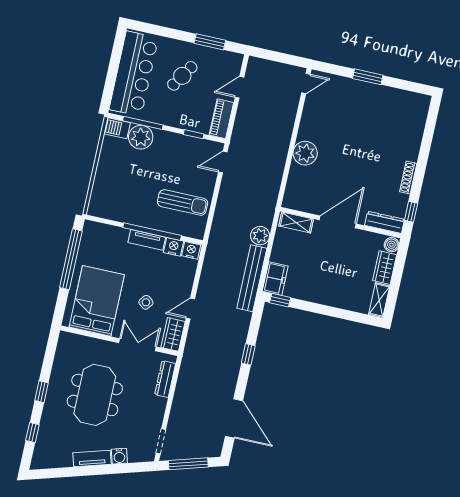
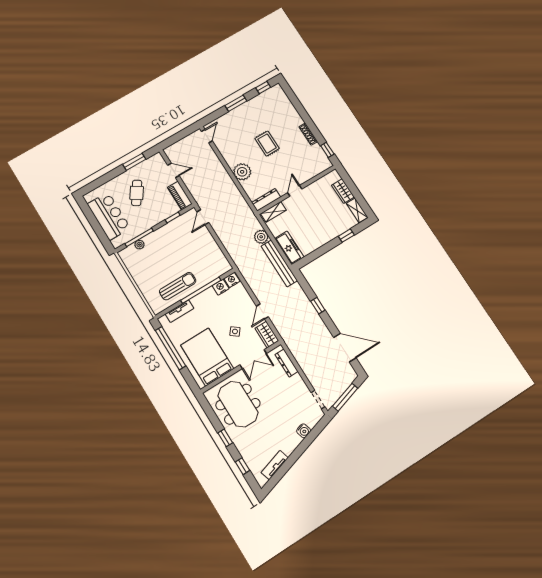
bar counter: (134, 74) -> (109, 216), width x0.73
window: (411, 86) -> (263, 87), added
door: (239, 87) -> (173, 170), swing flipped
barbecue: (117, 128) -> (128, 253), removed
plant: (141, 137) -> (140, 245), width x0.53, depth x0.53
rug: (358, 148) -> (267, 144), added
sun lounger: (183, 202) -> (178, 286), moved
door: (338, 222) -> (295, 191), width x0.53
dresser: (385, 222) -> (266, 200), moved
tv unit: (147, 240) -> (180, 311), moved
boiler: (391, 245) -> (334, 176), removed
freezer: (275, 279) -> (289, 248), width x1.40
window: (280, 300) -> (346, 236), moved
double door: (138, 345) -> (253, 359), swing flipped
meeting table: (95, 395) -> (238, 404), moved
tv unit: (92, 459) -> (275, 465), moved

